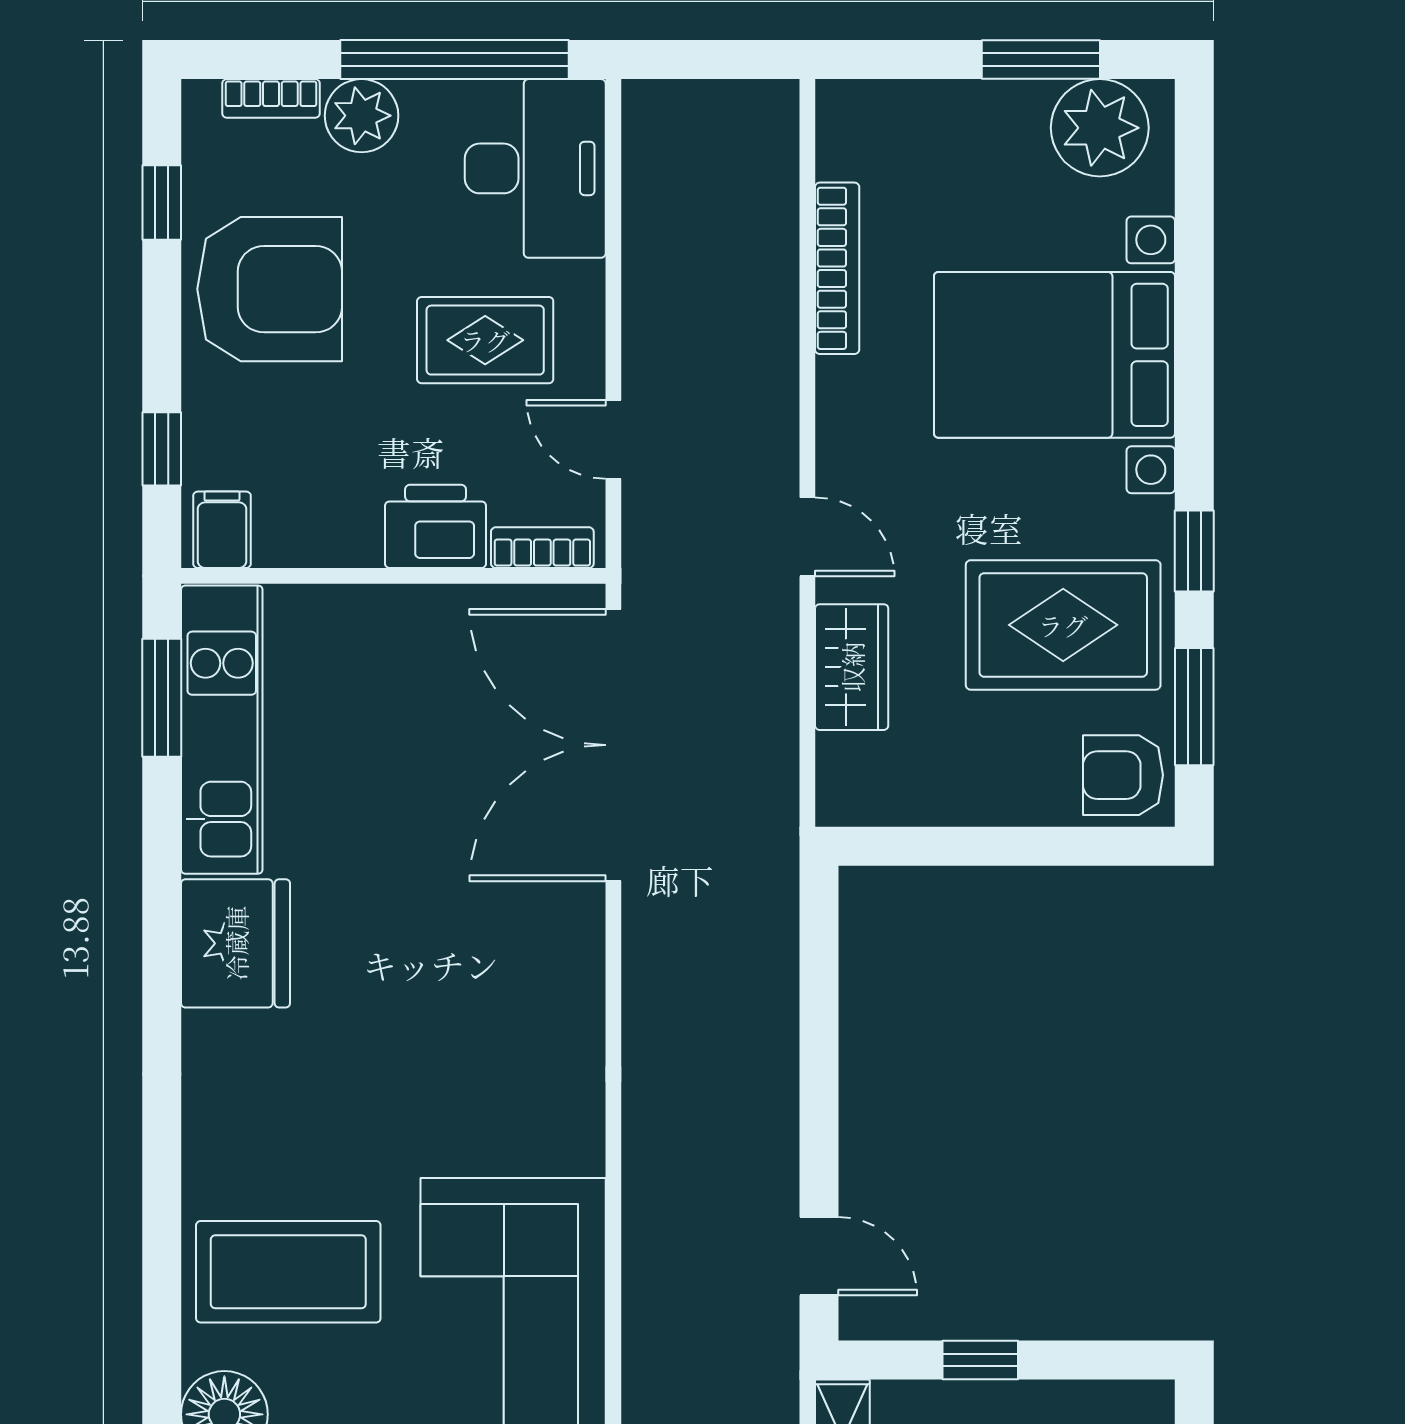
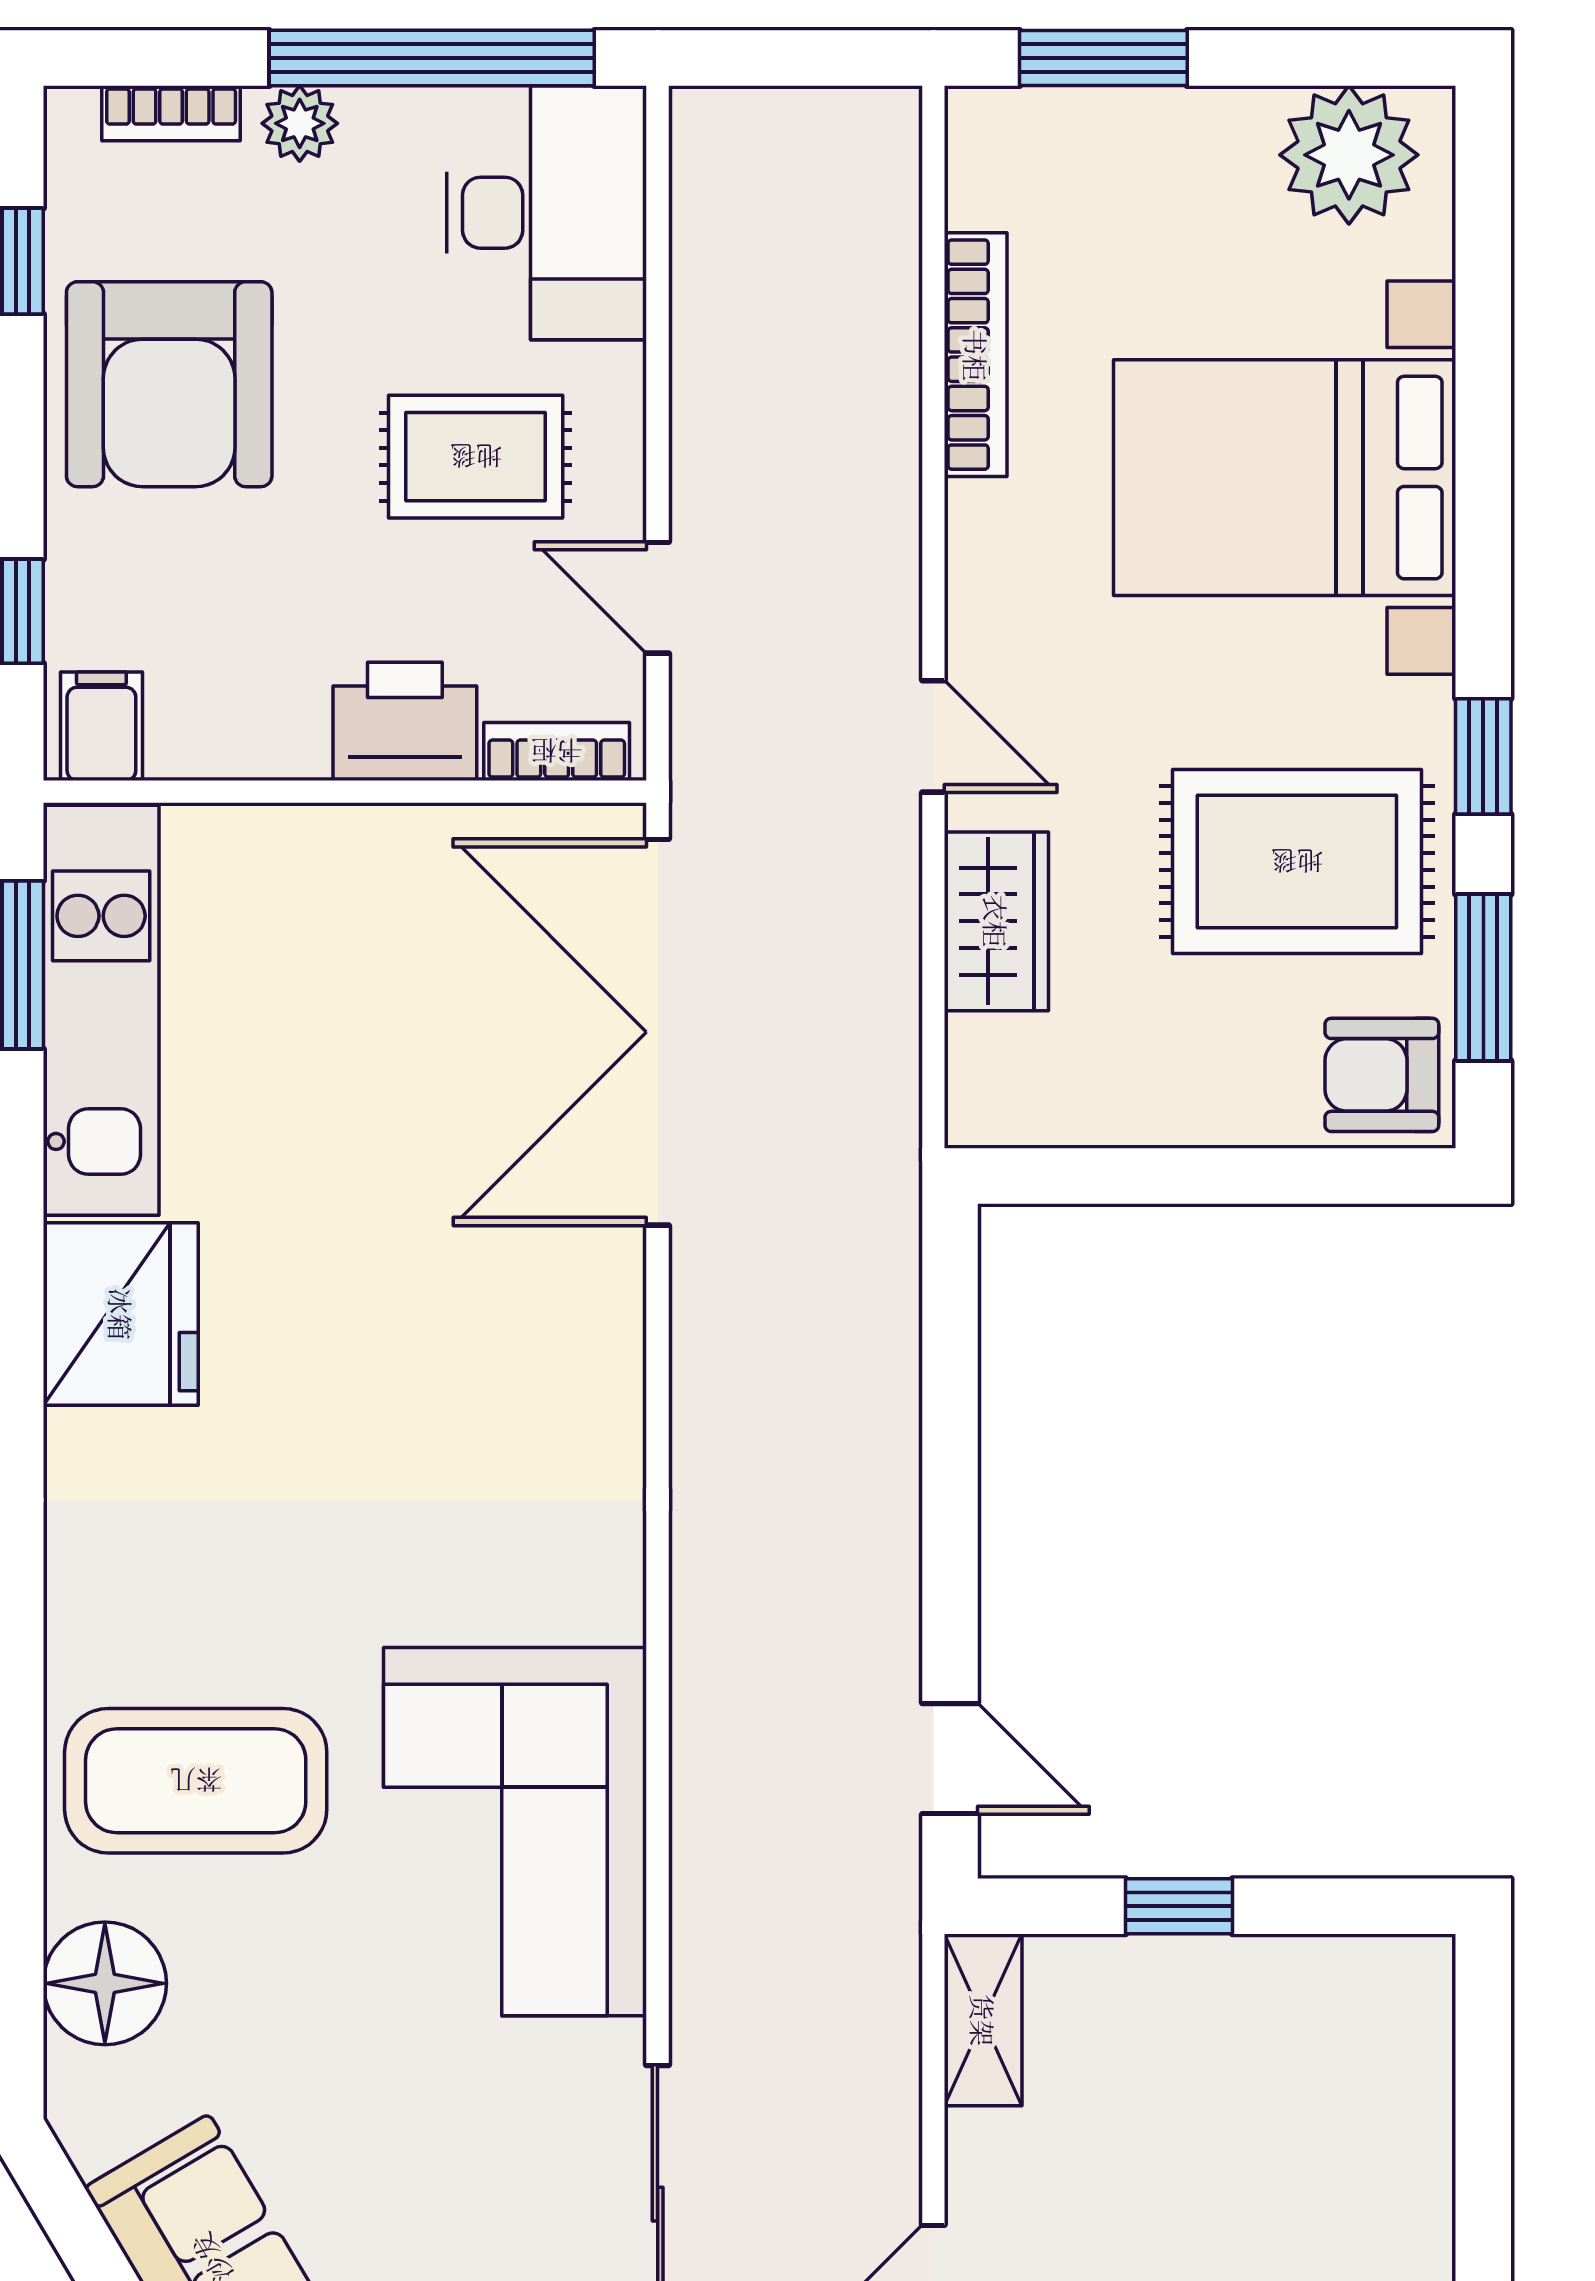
window: (1041, 60) -> (1103, 58), moved
plant: (362, 116) -> (300, 123), width x0.73, depth x0.73
armchair: (270, 289) -> (169, 384), turned 90

